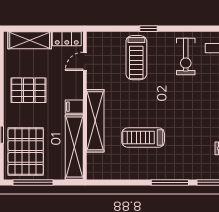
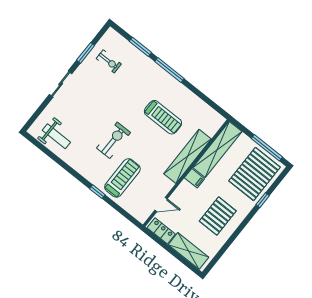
exercise bike: (186, 56) -> (114, 140), moved
pallet: (28, 90) -> (218, 216), turned 90

